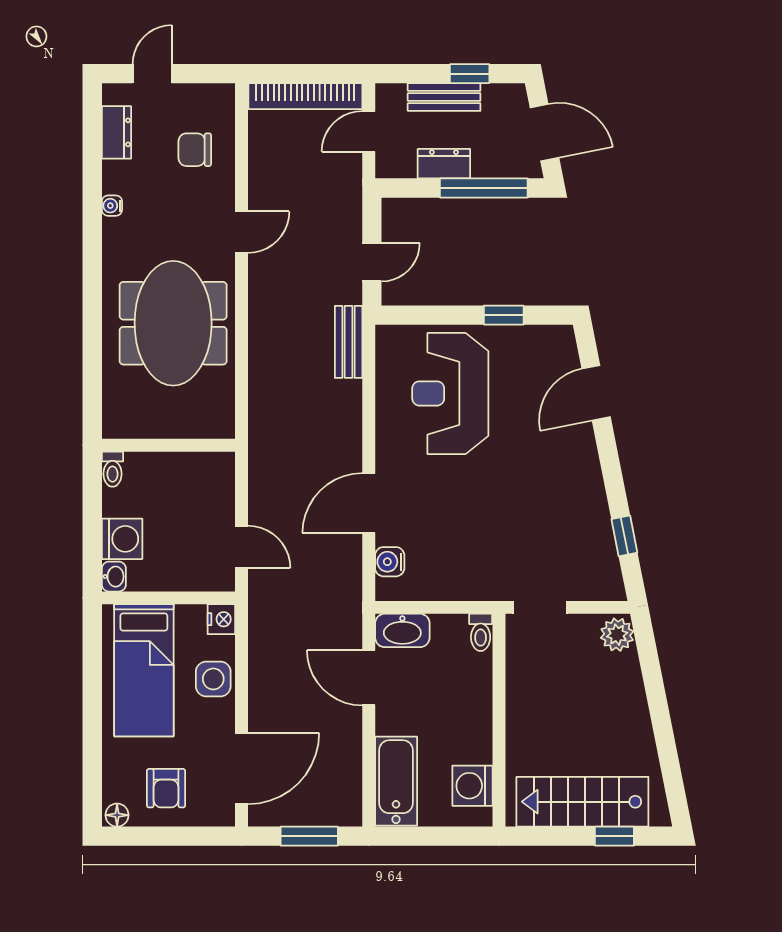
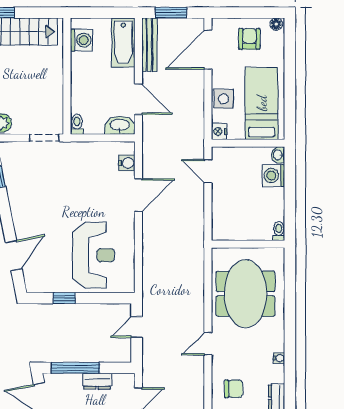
bench: (349, 342) -> (149, 45), moved, width x1.36
wall: (169, 445) -> (248, 244), moved
toilet: (113, 469) -> (279, 231), moved

